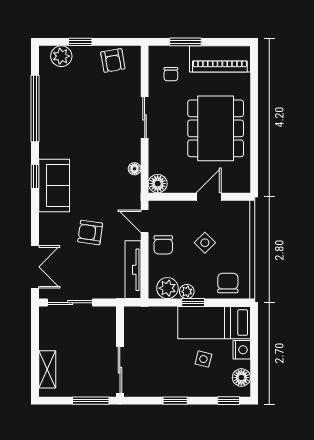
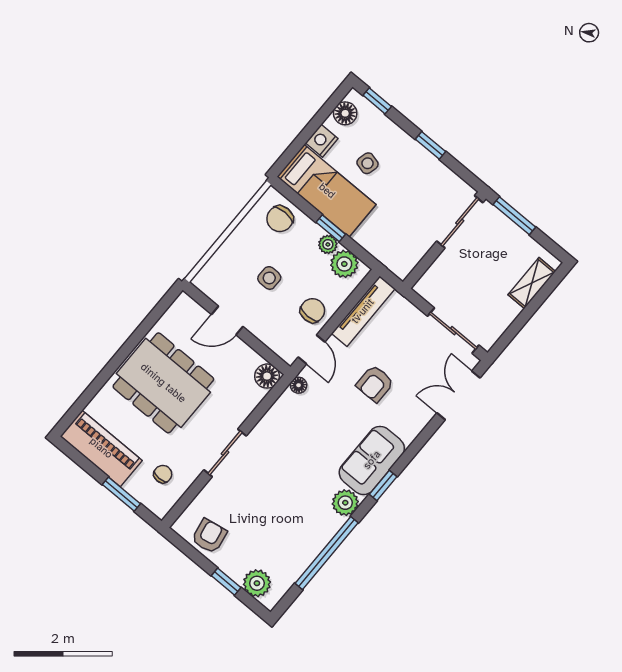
dining table: (216, 128) -> (163, 383), turned 90
plant: (49, 147) -> (345, 503), added
floor lamp: (135, 169) -> (299, 385), moved
armchair: (90, 233) -> (375, 384), turned 82
side table: (205, 243) -> (269, 278), turned 45

